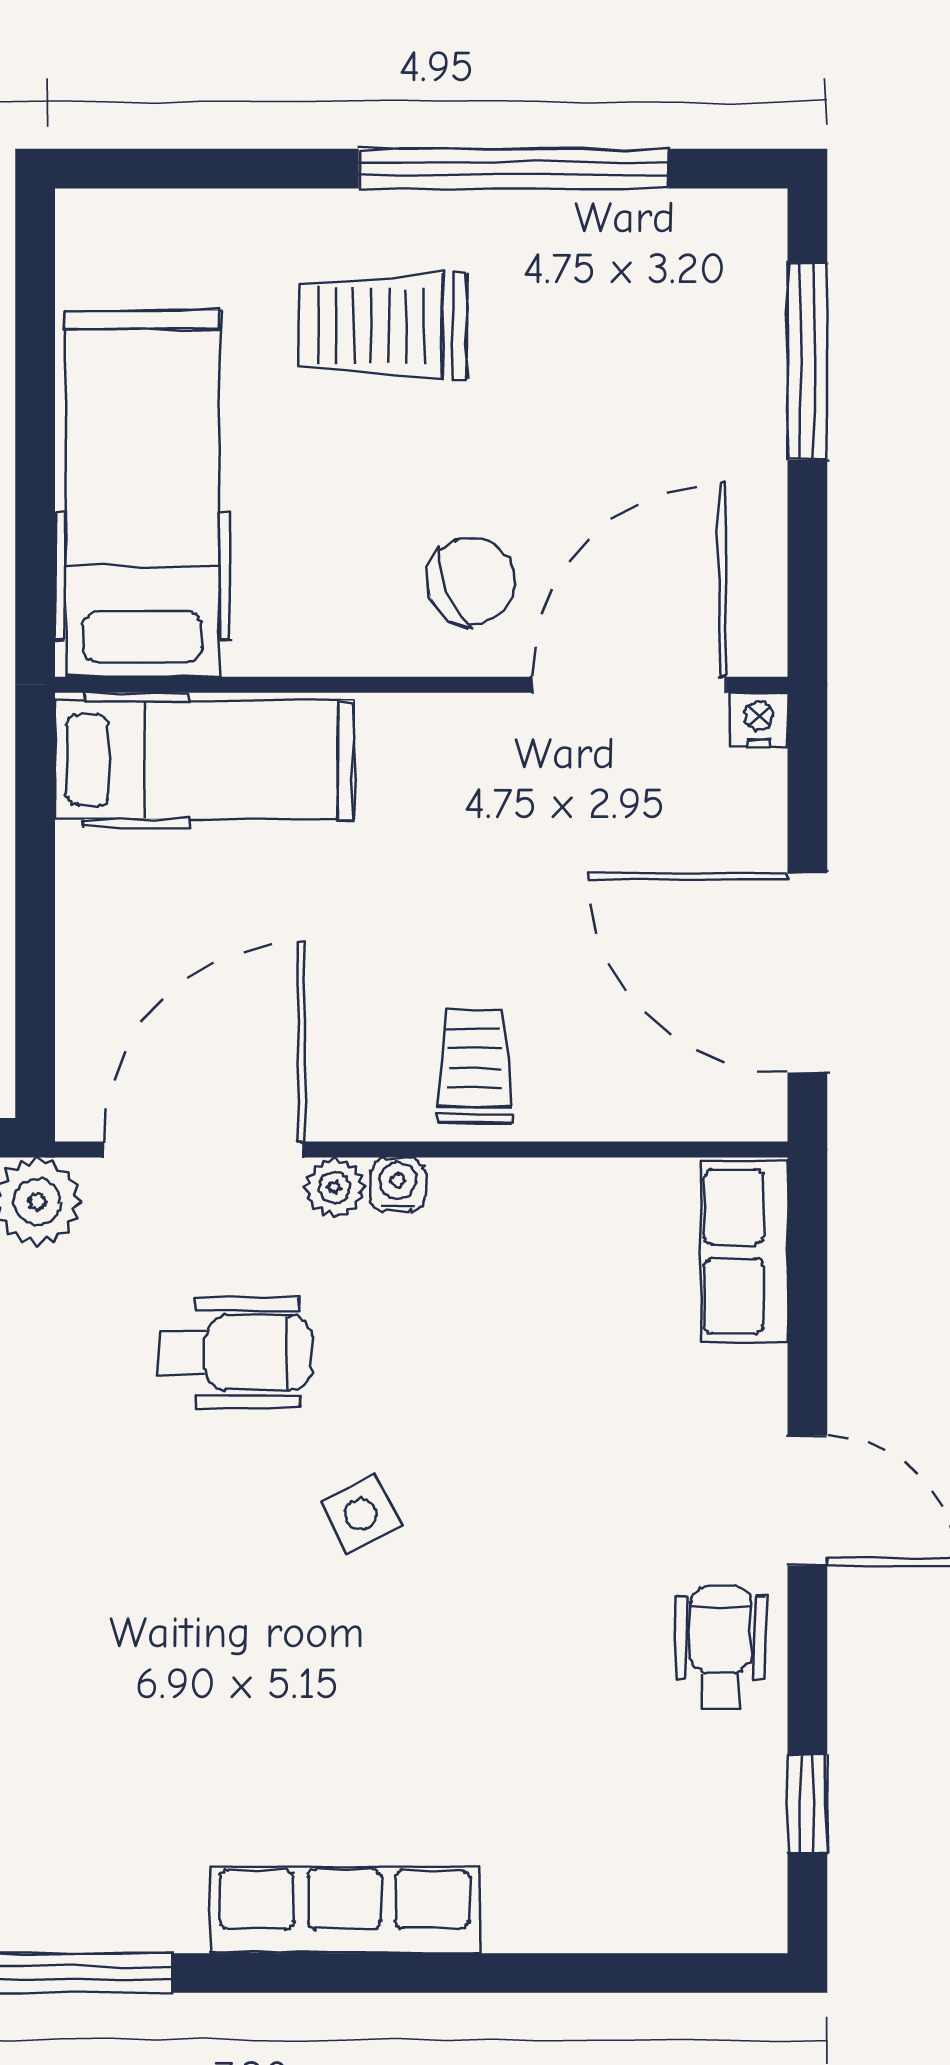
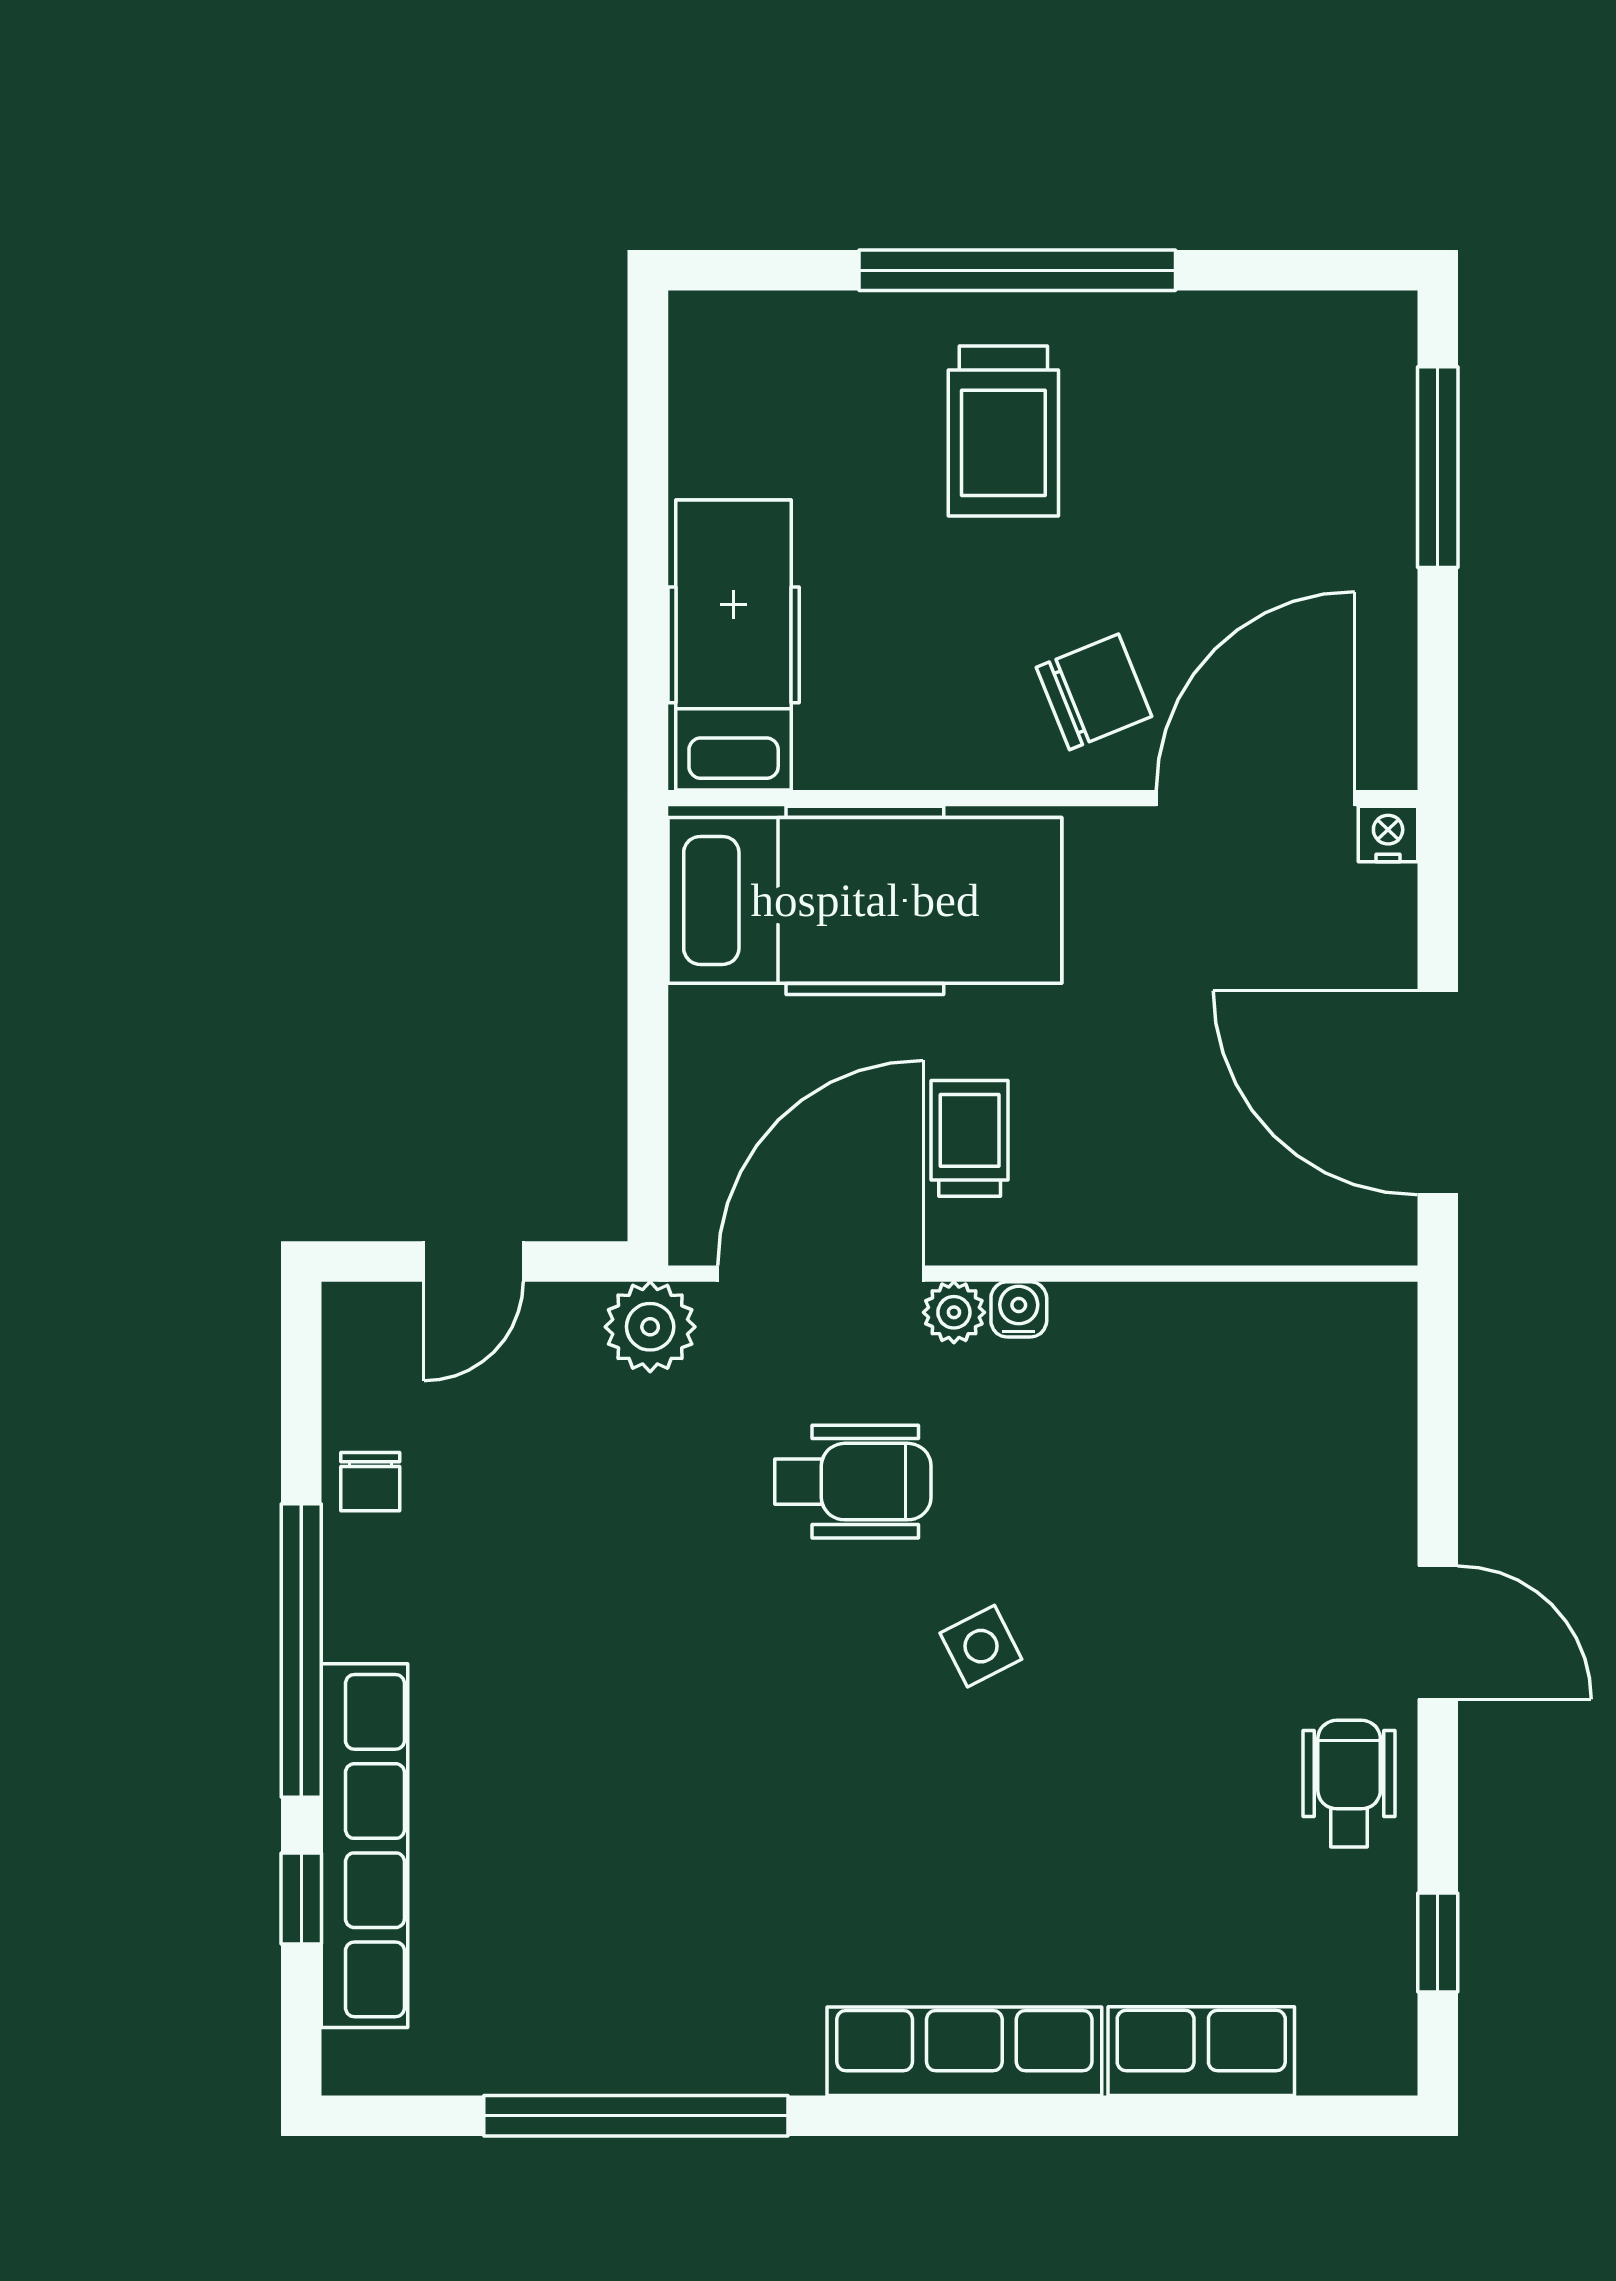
window: (514, 169) -> (1017, 270), moved
trolley: (383, 326) -> (1003, 431), turned -90
hospital bed: (143, 494) -> (734, 645), width x0.73, depth x0.78
hospital bed: (204, 760) -> (865, 900), width x1.37, depth x1.29
trolley: (475, 1066) -> (970, 1138), moved
row of seats: (744, 1251) -> (1201, 2051), moved, turned 90

